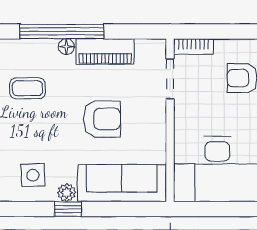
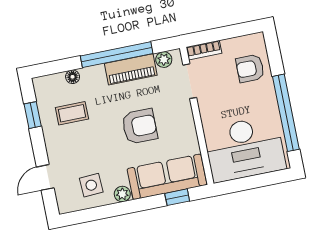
window: (62, 31) -> (117, 55), moved
floor lamp: (66, 47) -> (73, 77), moved
plant: (145, 48) -> (164, 60), added
window: (68, 209) -> (177, 197), moved

